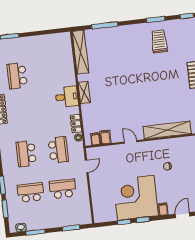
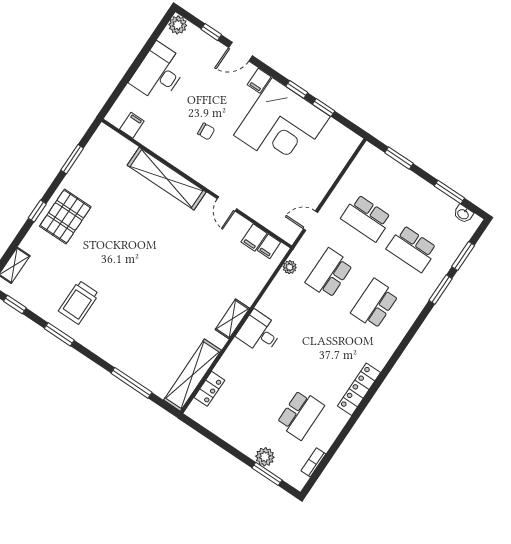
plant: (17, 43) -> (265, 457), added
locker: (76, 123) -> (209, 389), moved
school desk: (26, 154) -> (375, 304), turned 180

